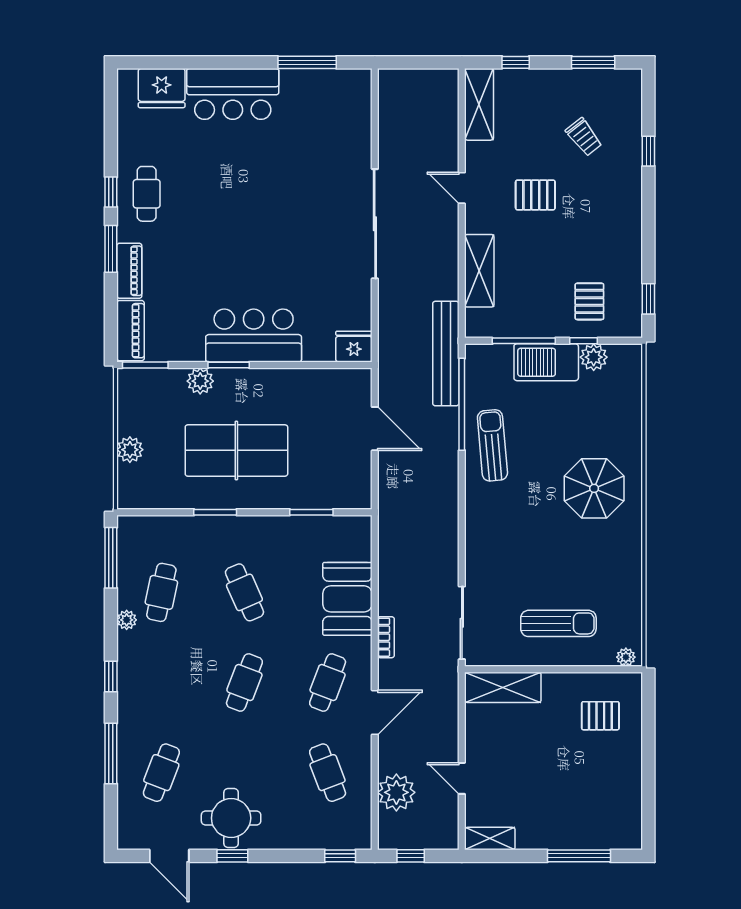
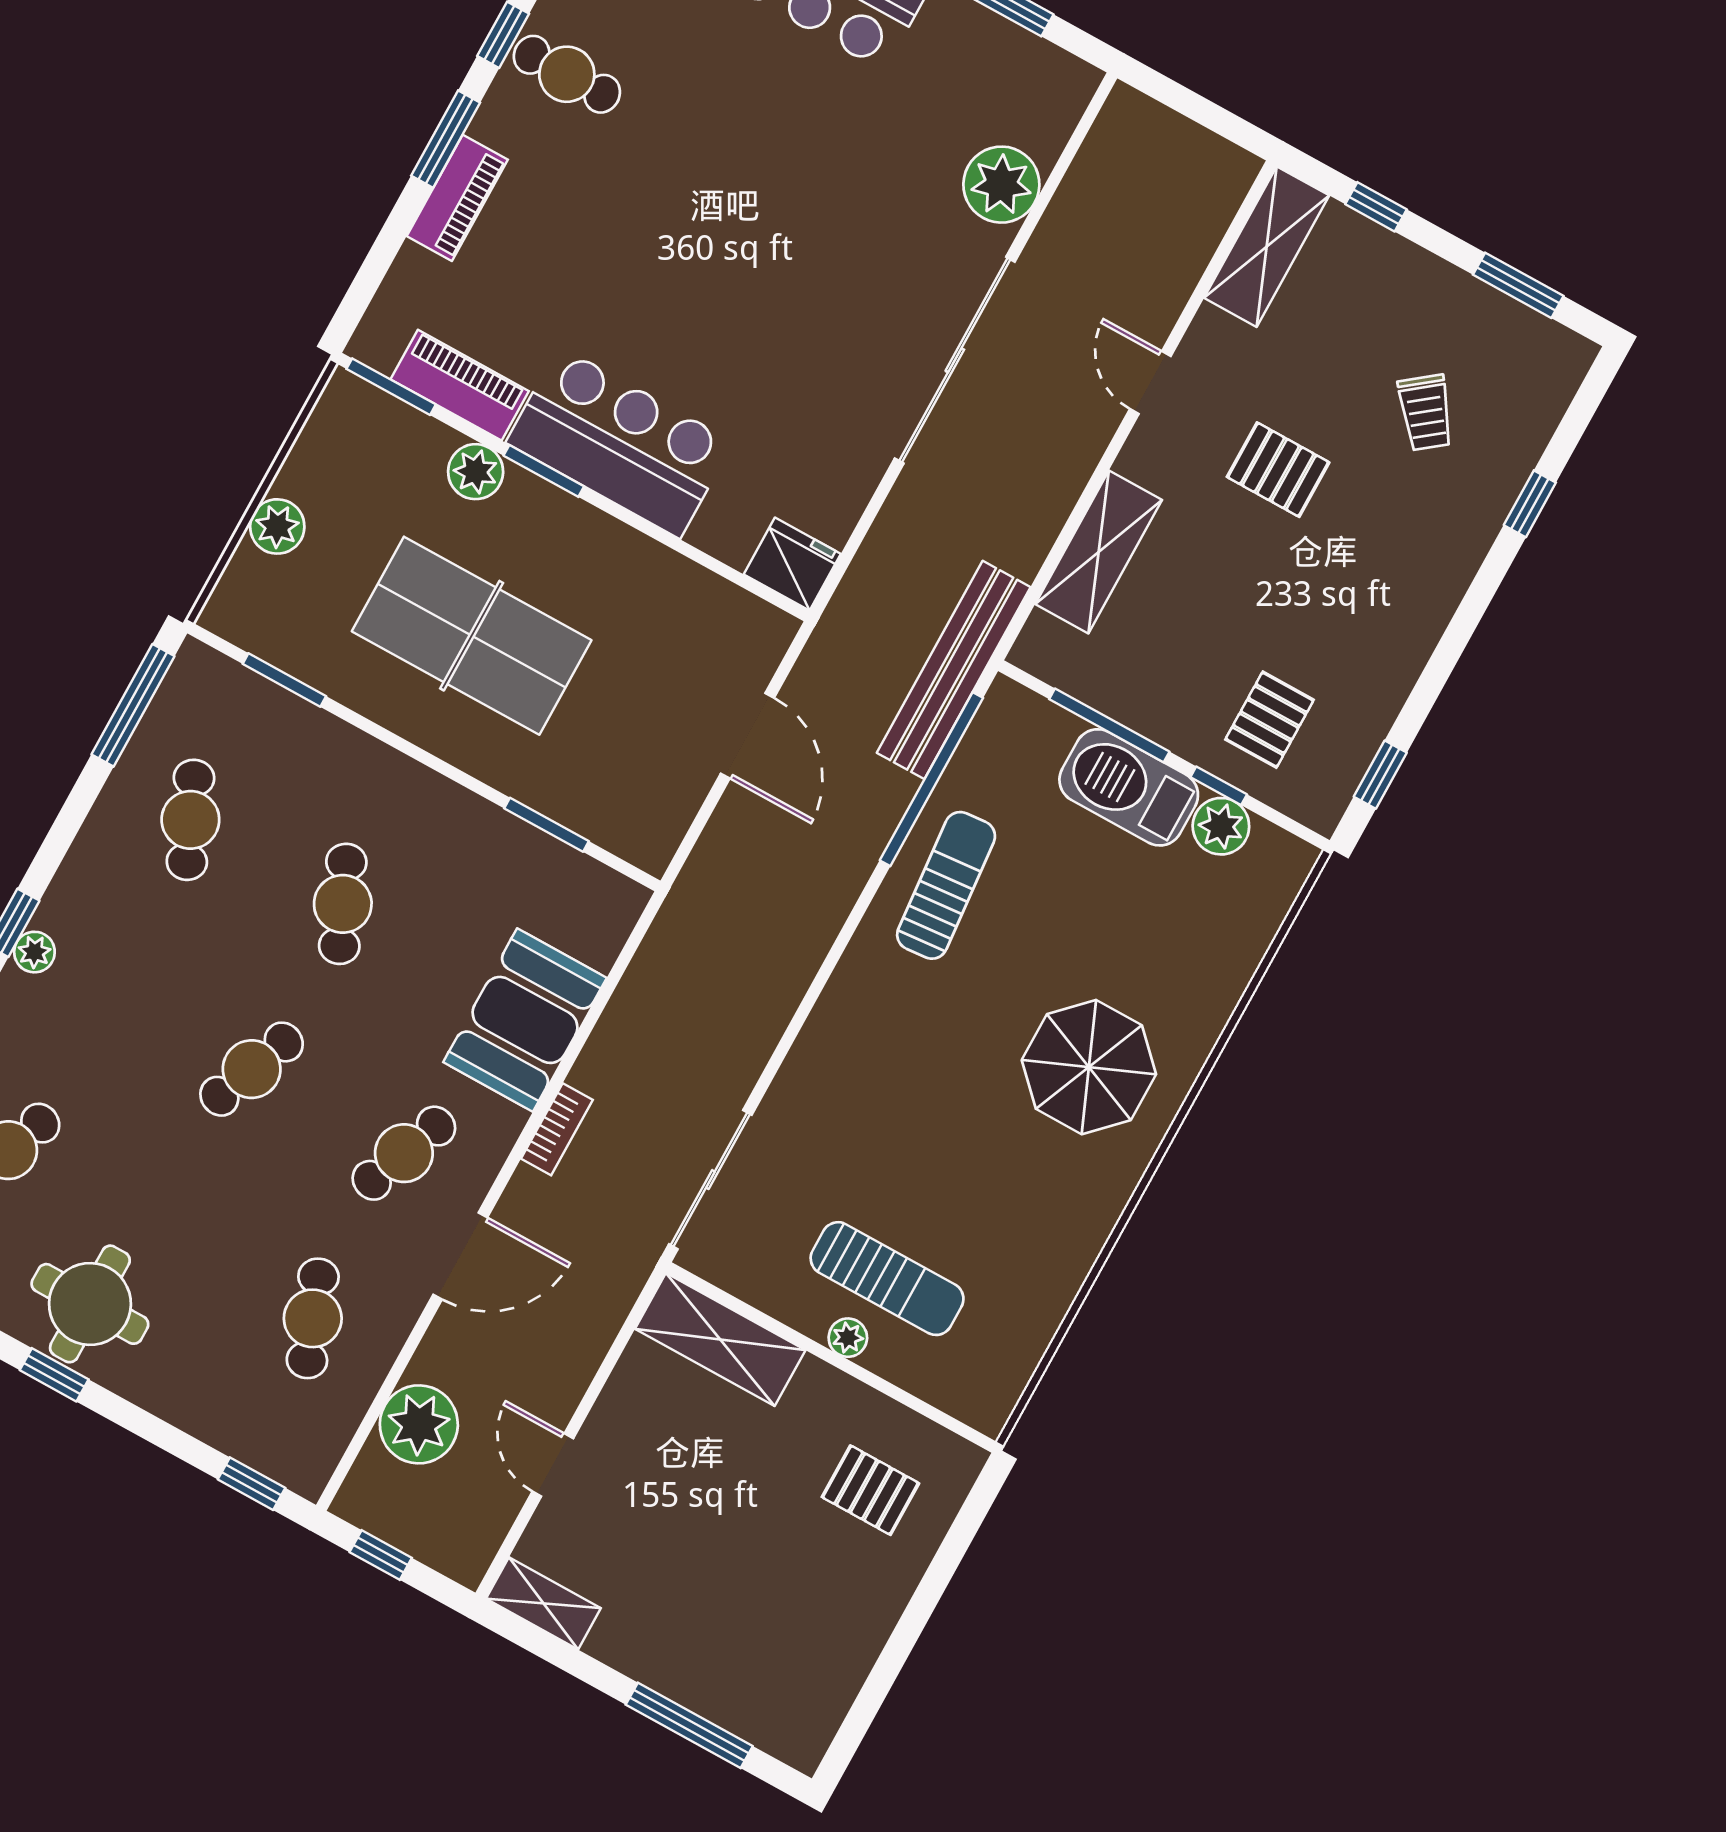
plant: (354, 140) -> (1001, 185), added
cafe table: (147, 194) -> (567, 74), turned 90
piano: (131, 331) -> (460, 385), moved, turned -90
window: (215, 512) -> (284, 680), moved
cafe table: (161, 592) -> (190, 820), turned -36
plant: (127, 620) -> (34, 952), moved
plant: (626, 657) -> (848, 1338), moved

